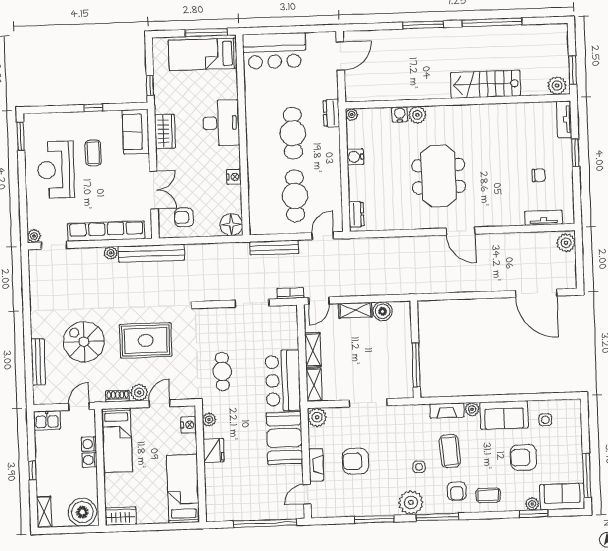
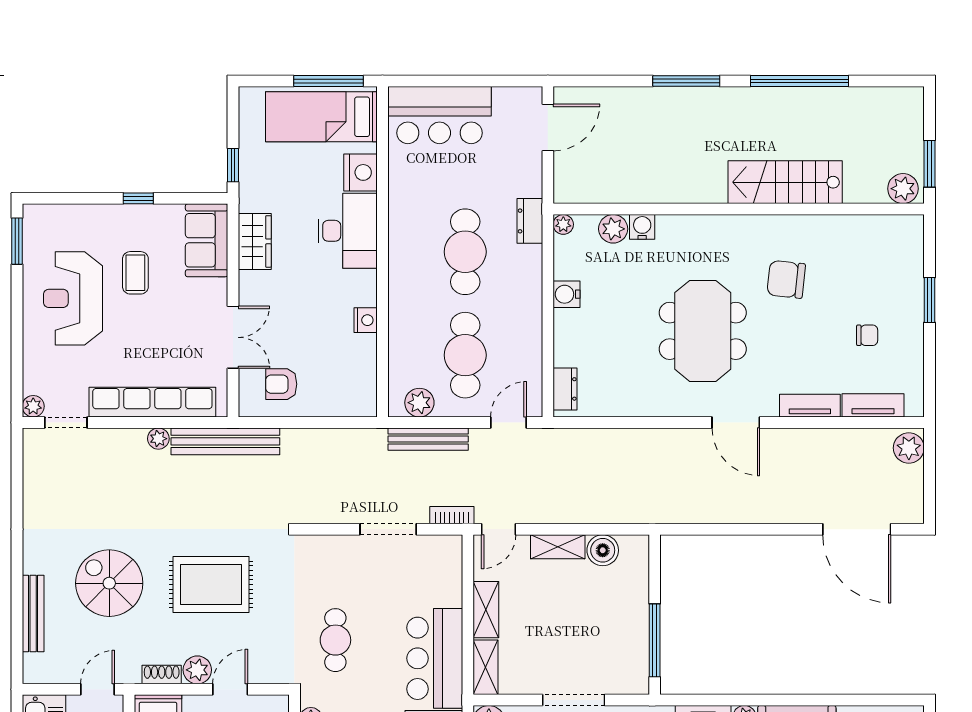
nightstand: (228, 87) -> (360, 172), added
plant: (417, 115) -> (613, 229), moved
tv unit: (564, 119) -> (810, 406), moved, turned 90
chair: (488, 143) -> (786, 279), added
floor lamp: (231, 225) -> (359, 399), removed
plant: (268, 226) -> (419, 403), added

